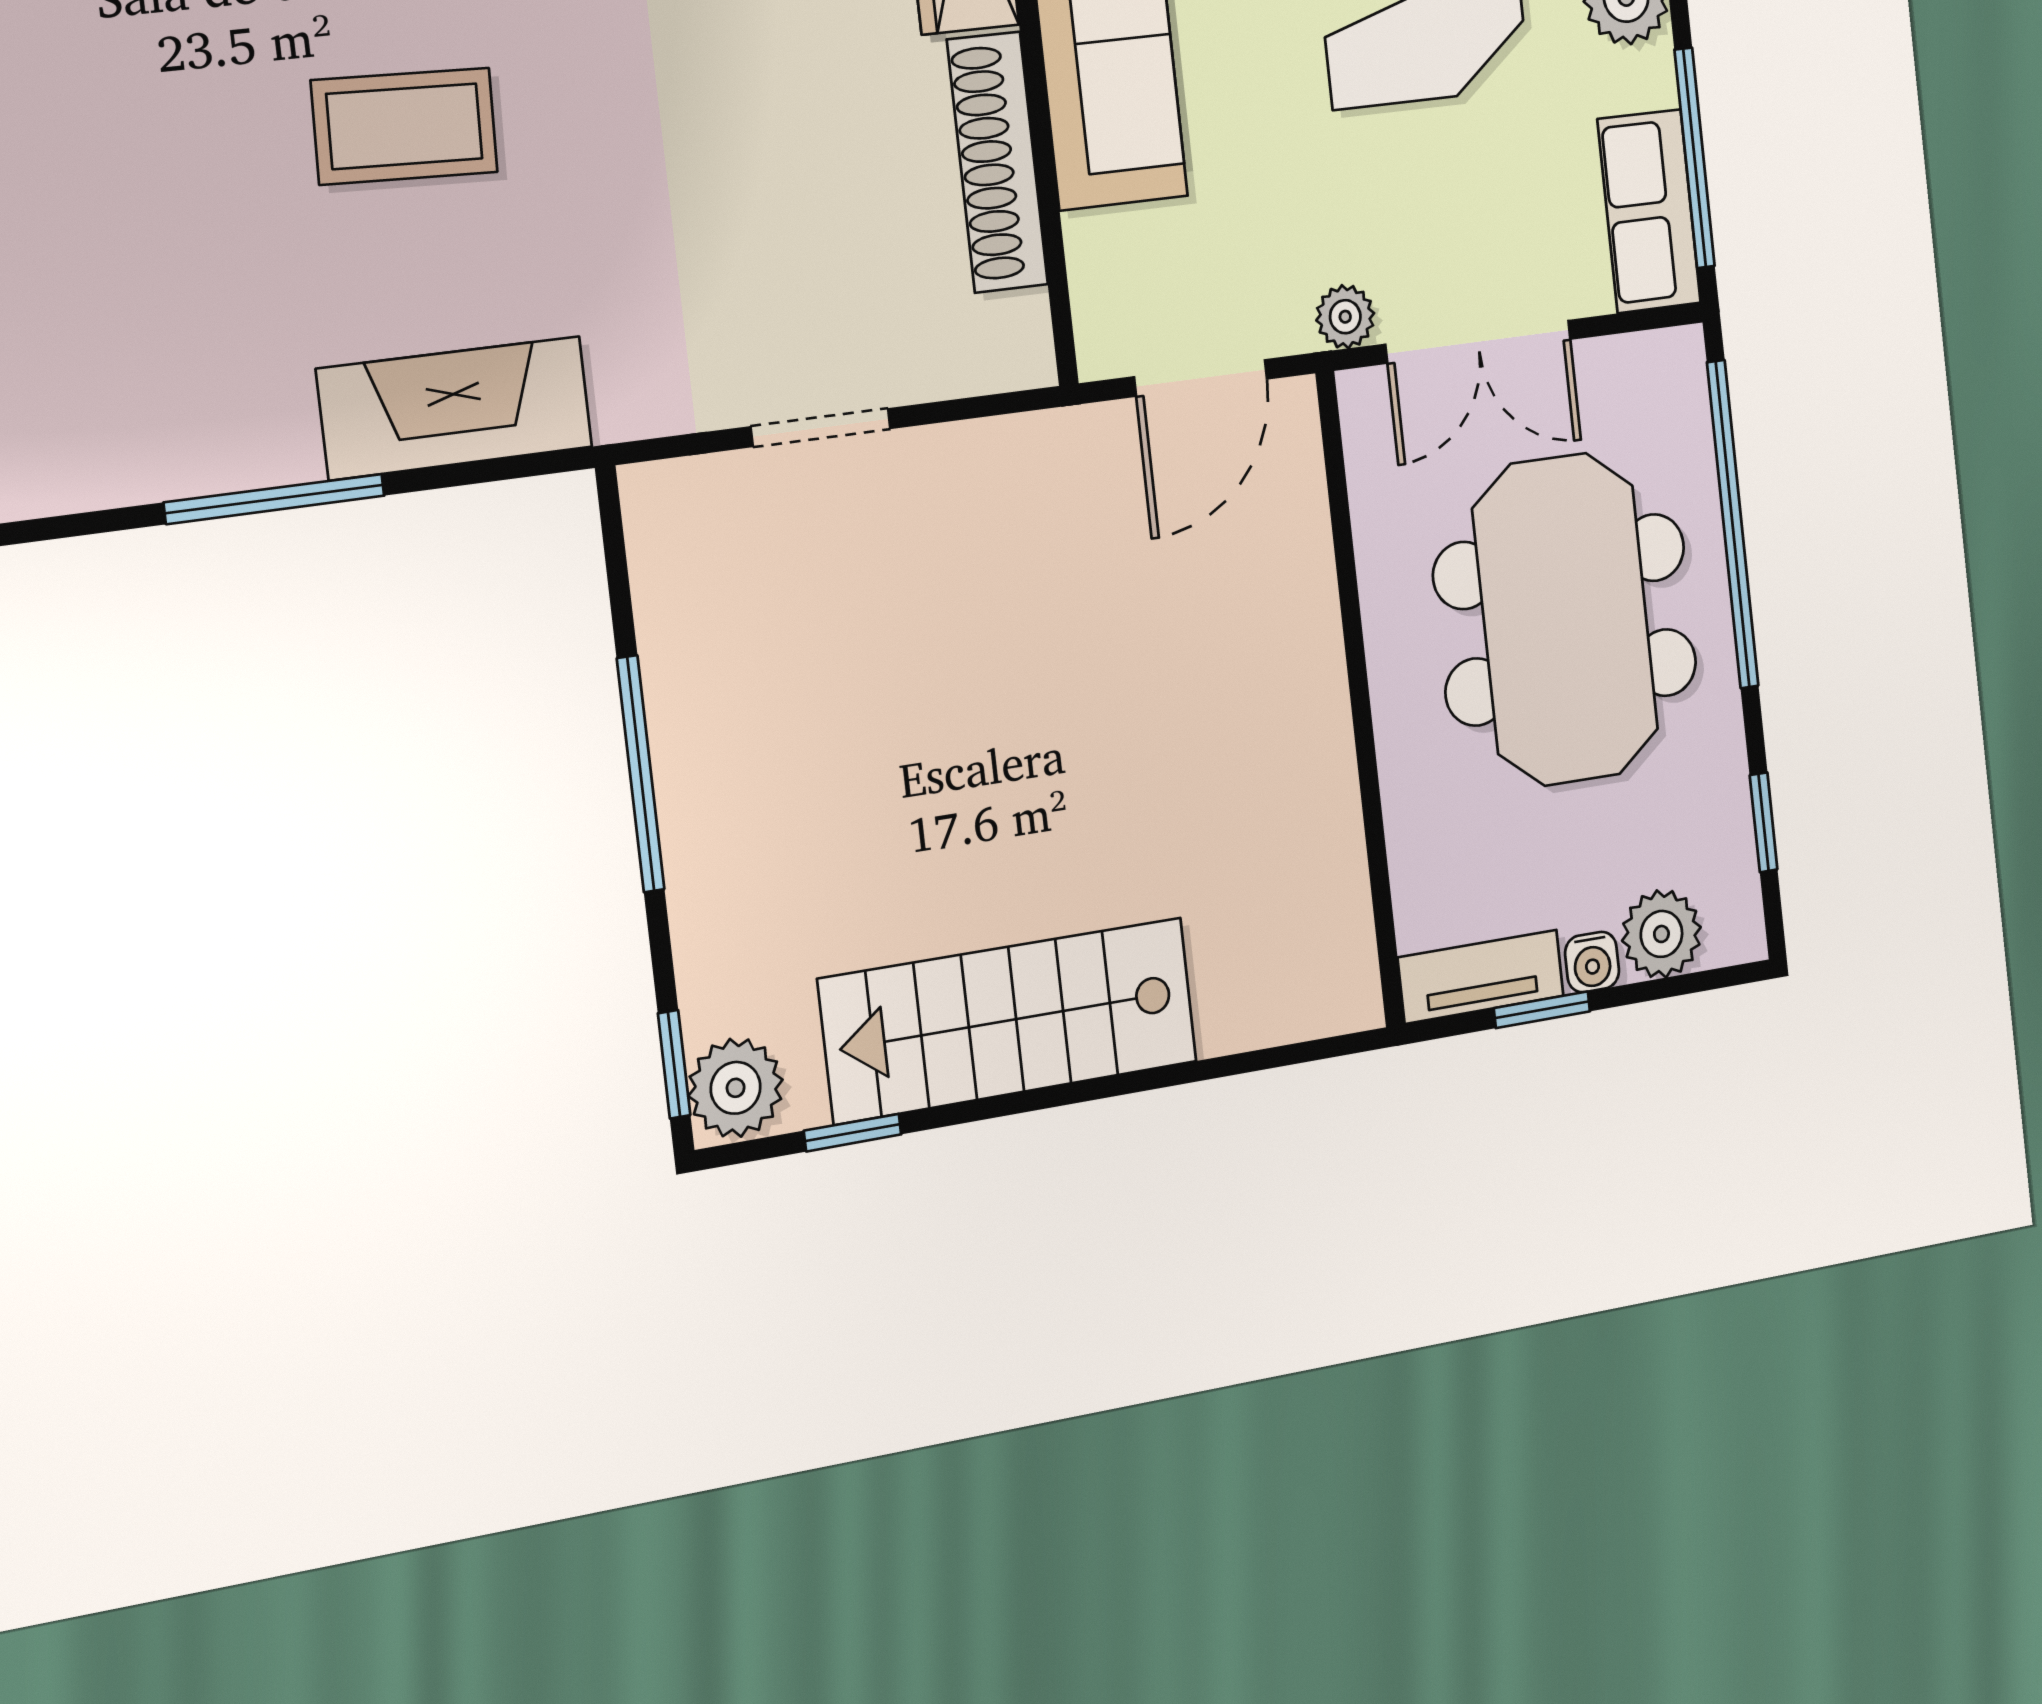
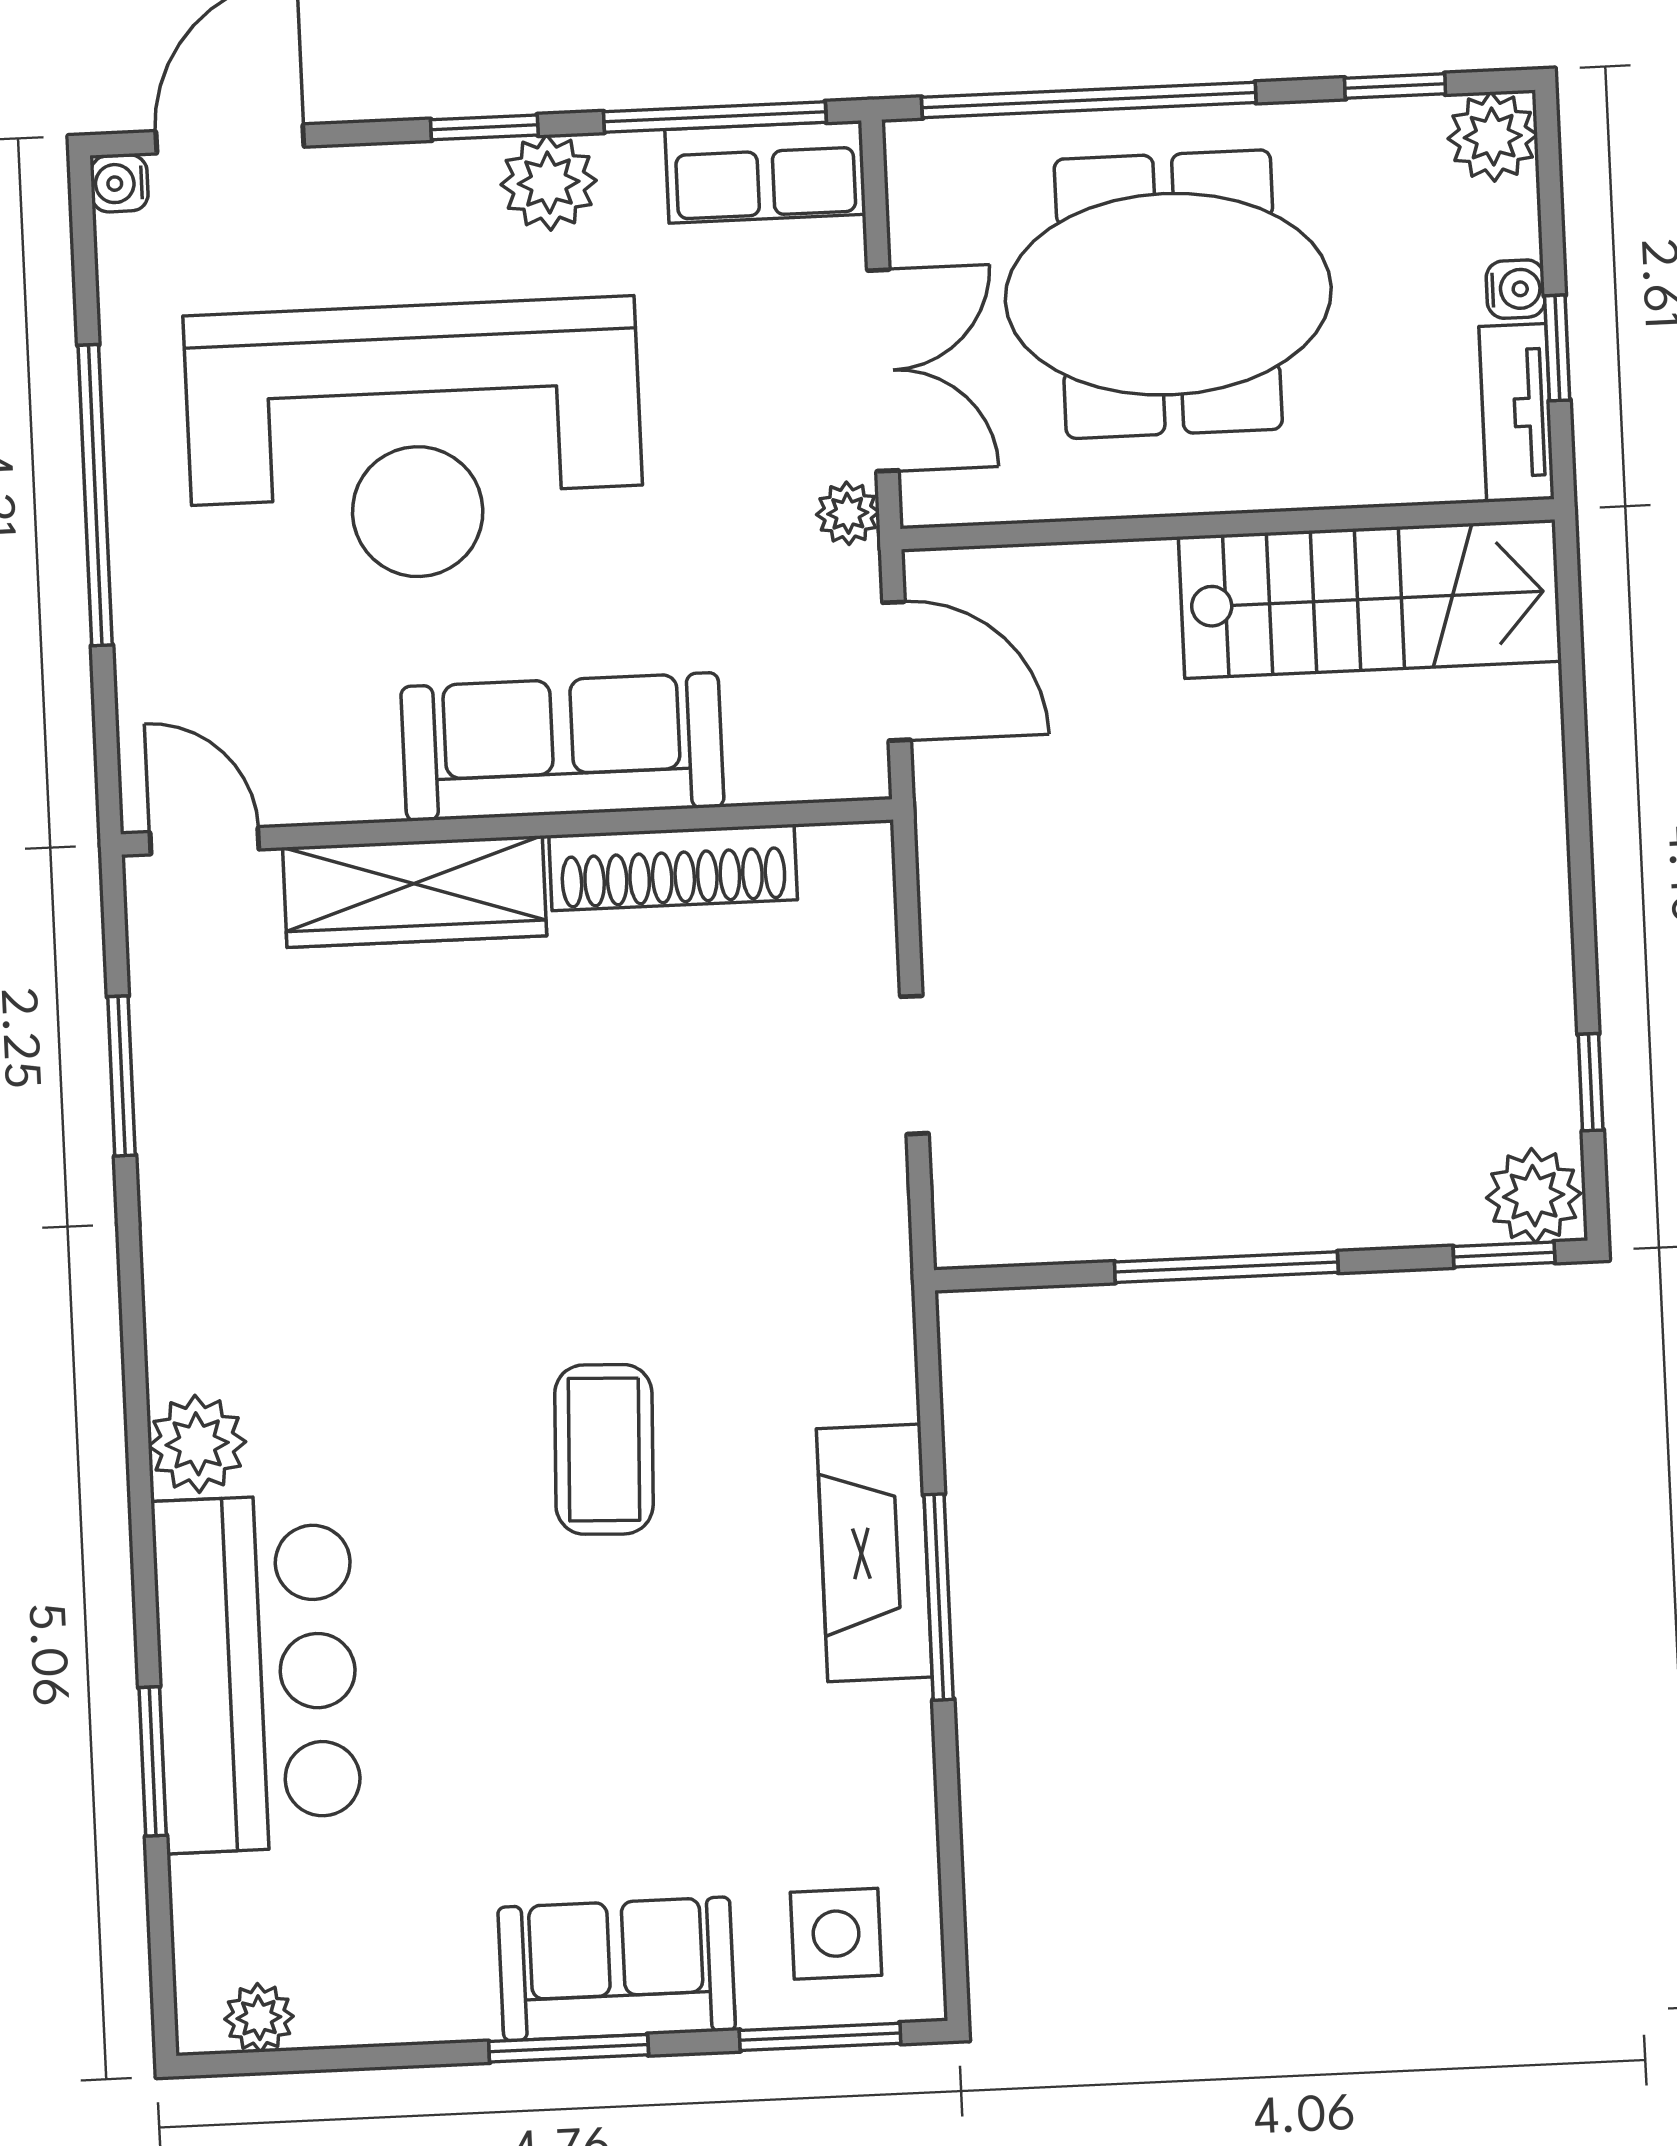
fireplace: (455, 408) -> (874, 1553), moved
plant: (1661, 934) -> (1493, 137), moved
stairs: (1009, 1020) -> (1370, 599), moved, turned -90

